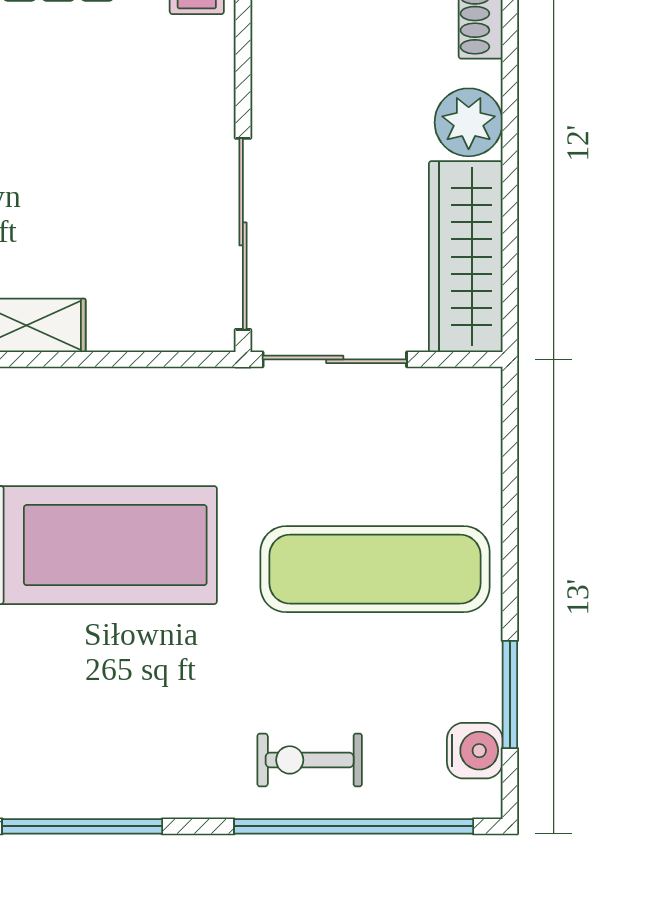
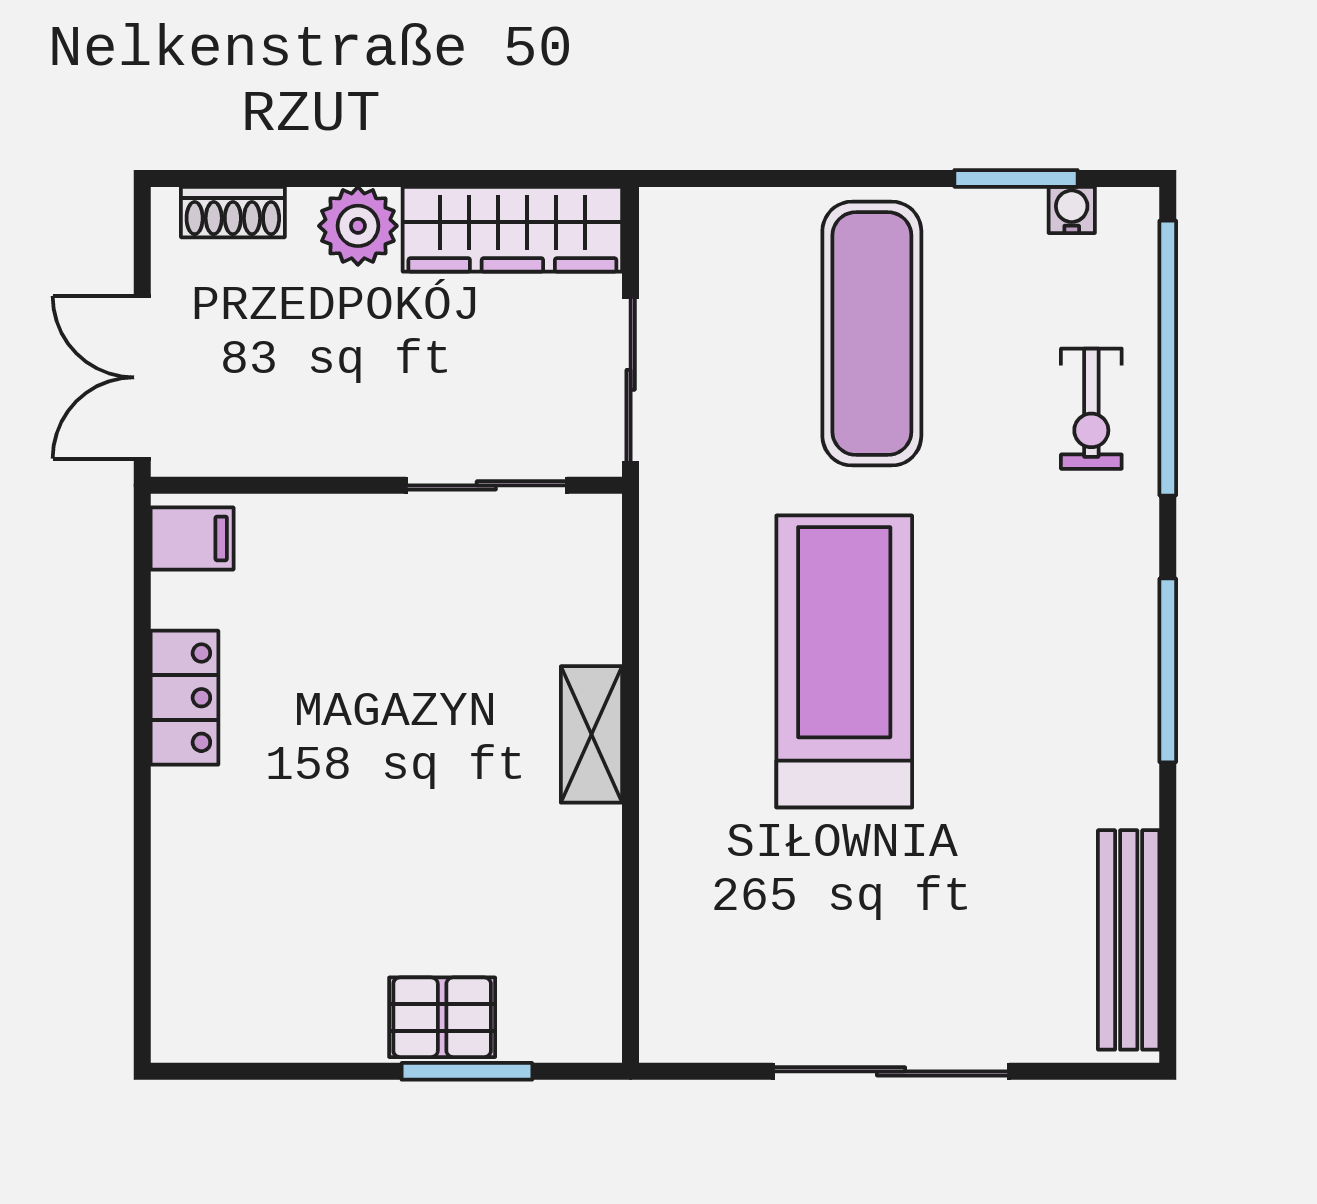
sliding door: (243, 234) -> (486, 485), width x0.73
water cooler: (475, 751) -> (1072, 210), width x0.72, depth x0.72

